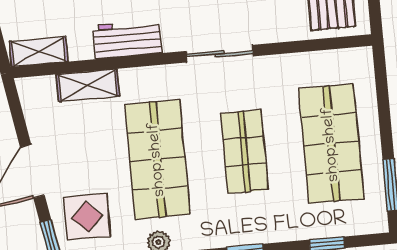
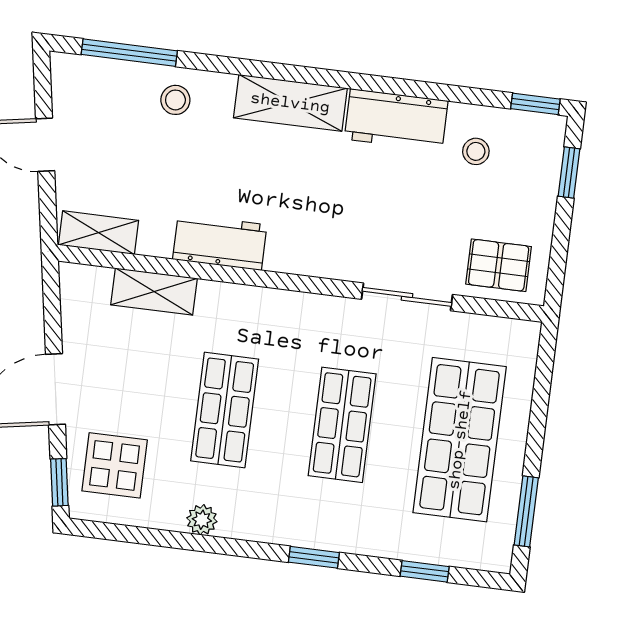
sliding door: (220, 54) -> (407, 297), moved
shop shelf: (157, 159) -> (225, 410), width x0.70, depth x0.74

